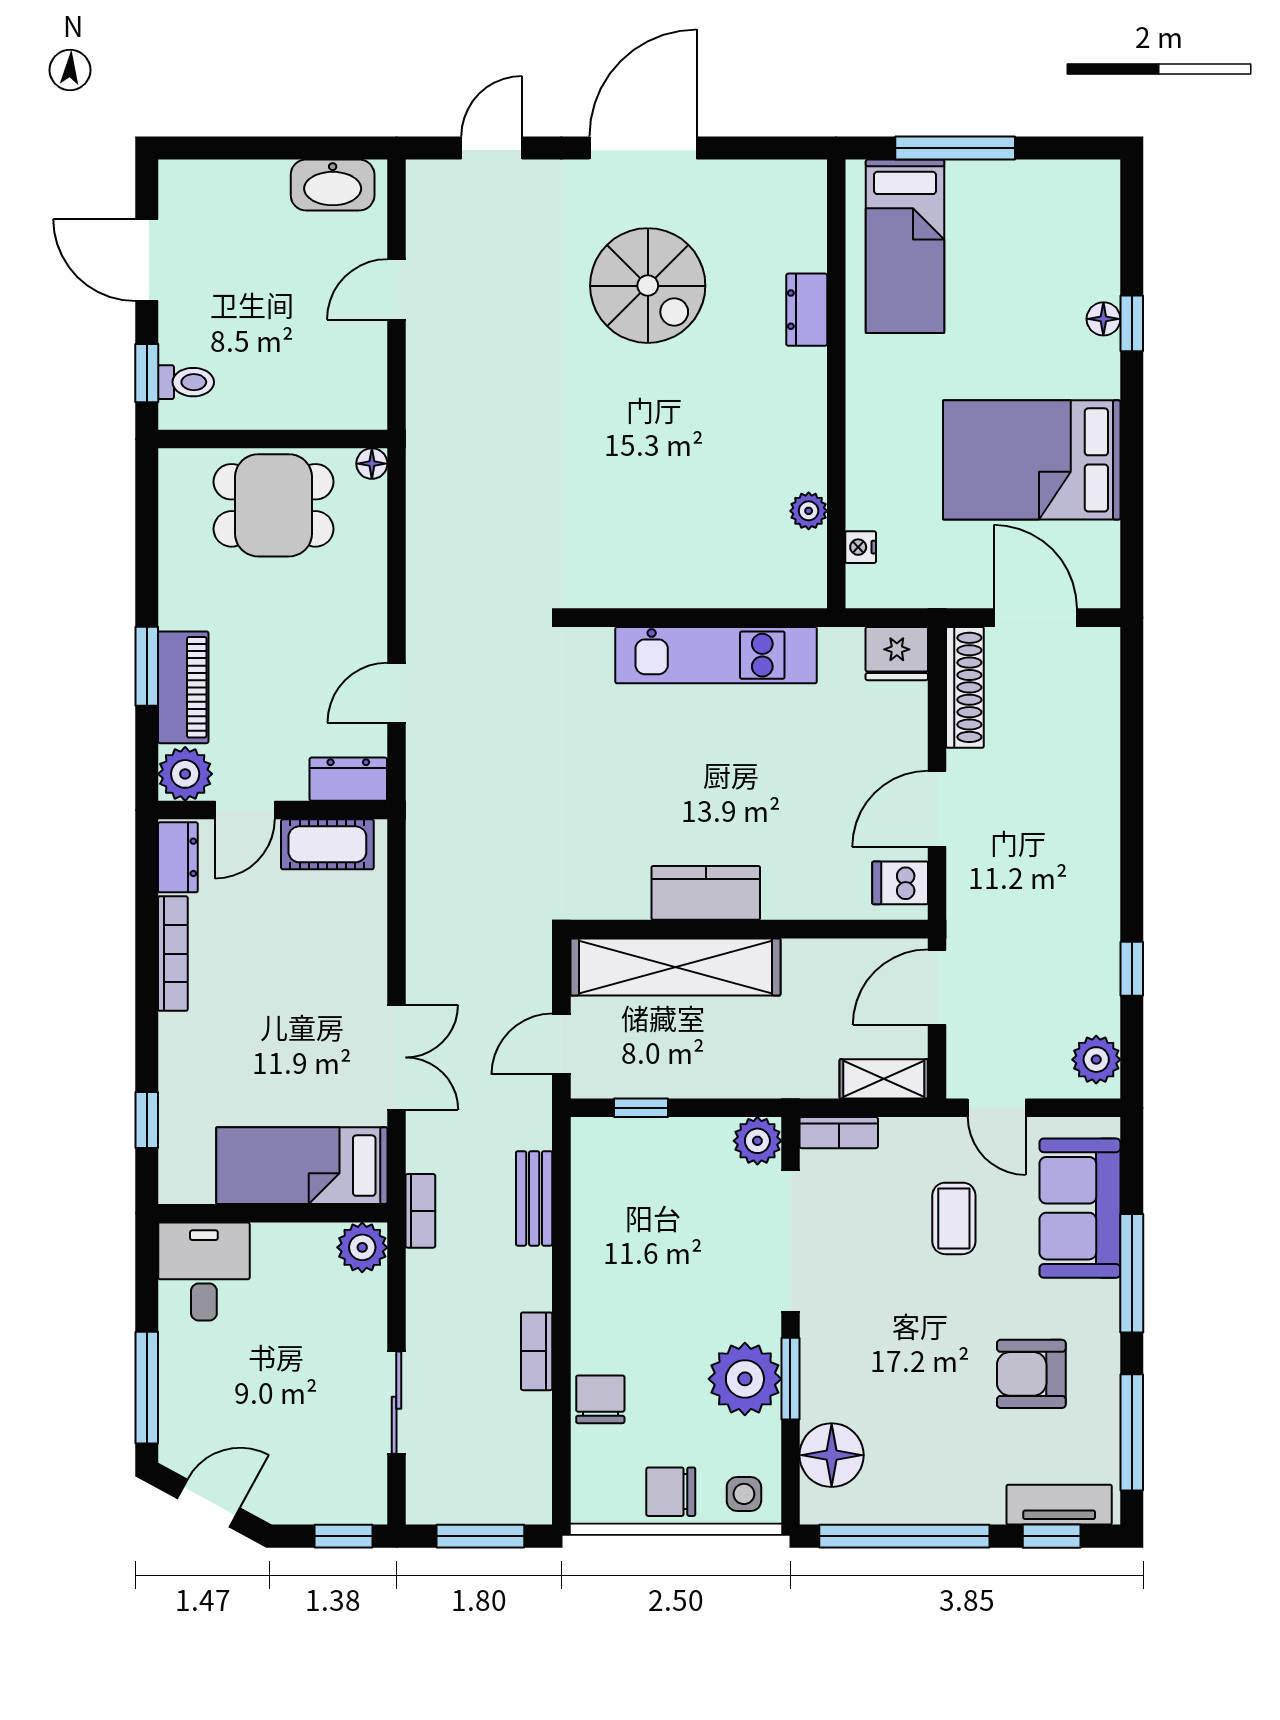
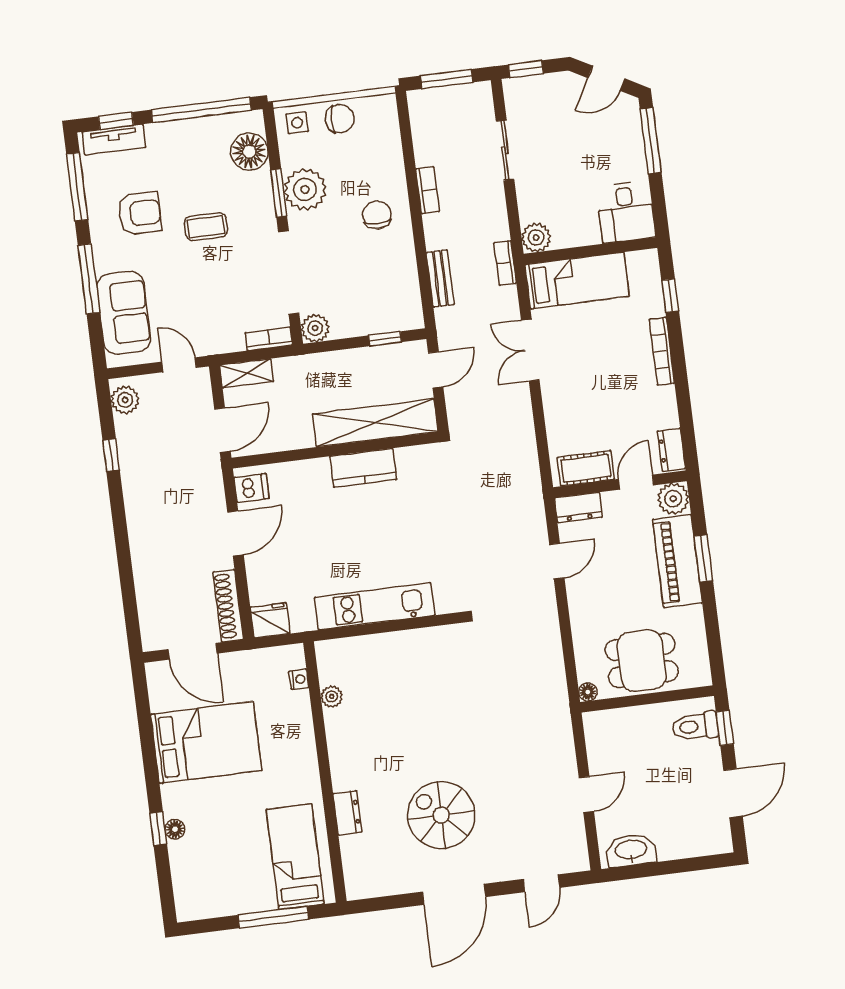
door: (147, 260) -> (733, 793), hinge flipped
toilet: (186, 382) -> (695, 726), width x1.37, depth x1.39
piano: (183, 687) -> (677, 561), width x1.37, depth x1.33
bookcase: (173, 954) -> (662, 351), moved
coffee table: (954, 1218) -> (206, 227), moved, turned 90
chair: (600, 1399) -> (377, 215), moved, turned 180

